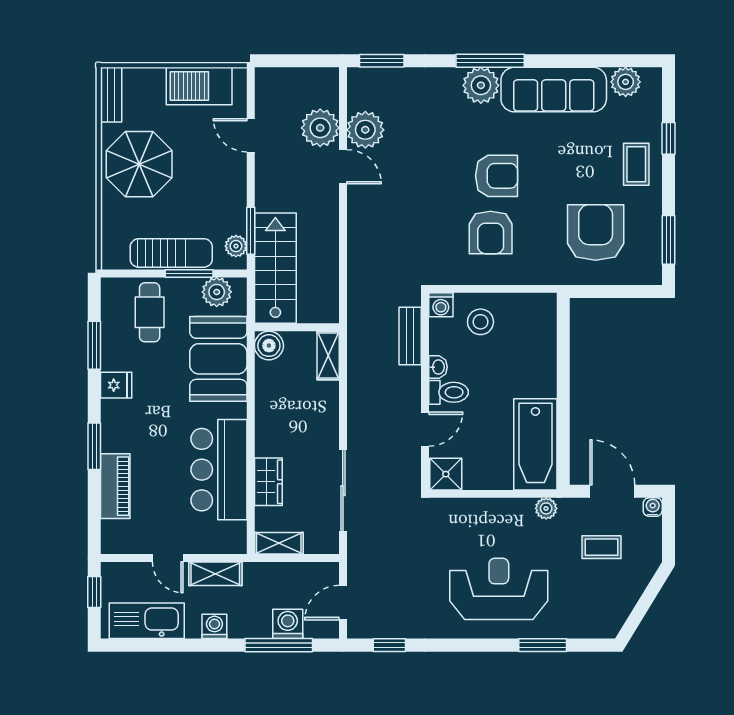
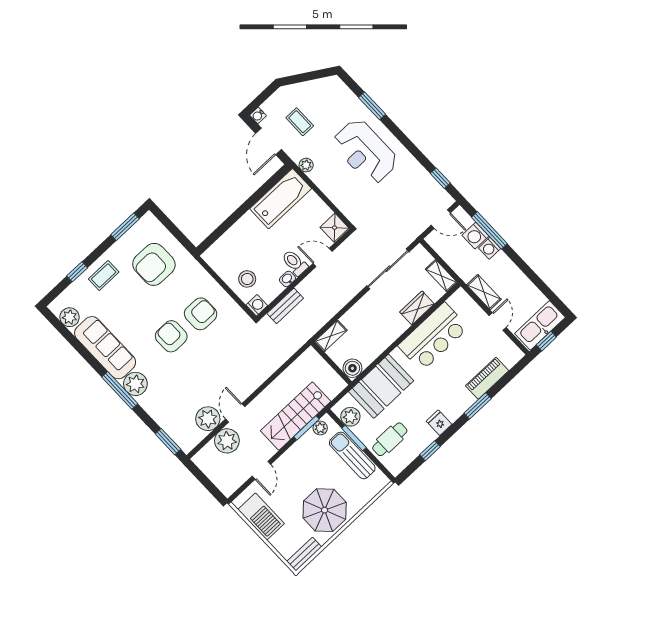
stairs: (275, 268) -> (296, 416), moved
window: (94, 345) -> (430, 451), width x0.67
kitchen sink: (147, 621) -> (540, 325), moved, turned 90
washing machine: (214, 626) -> (490, 248), moved

